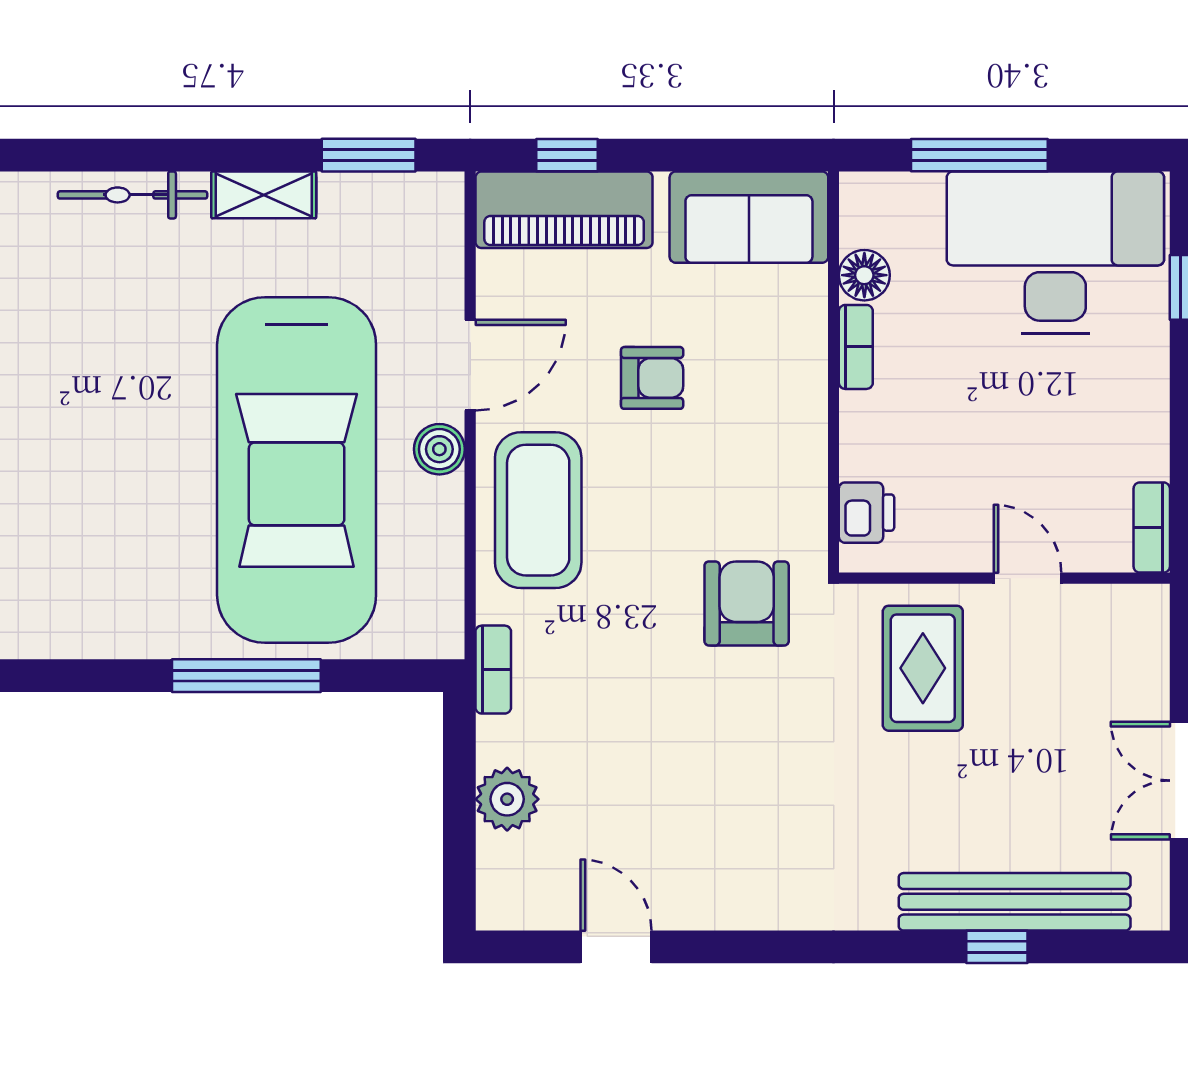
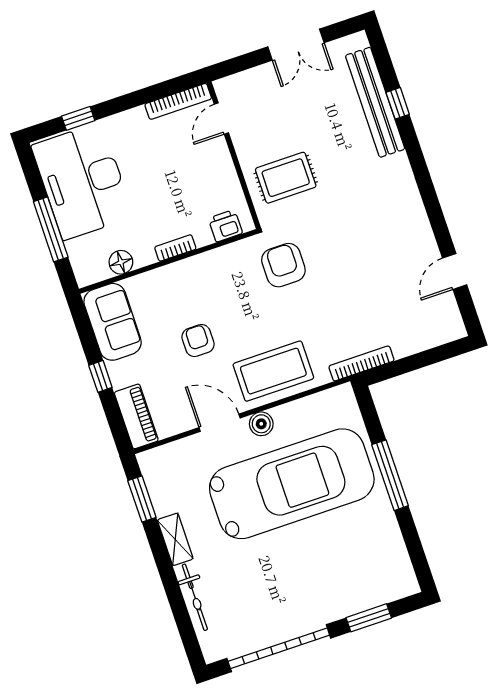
window: (567, 155) -> (100, 376), moved
piano: (564, 210) -> (136, 416), width x0.73, depth x0.75
bookcase: (856, 347) -> (175, 248), moved
bookcase: (1152, 528) -> (178, 101), width x1.56
door: (1027, 578) -> (221, 119), moved
armchair: (747, 603) -> (283, 265), turned 90
bookcase: (493, 670) -> (361, 363), width x1.56
plant: (507, 799) -> (406, 342), removed

